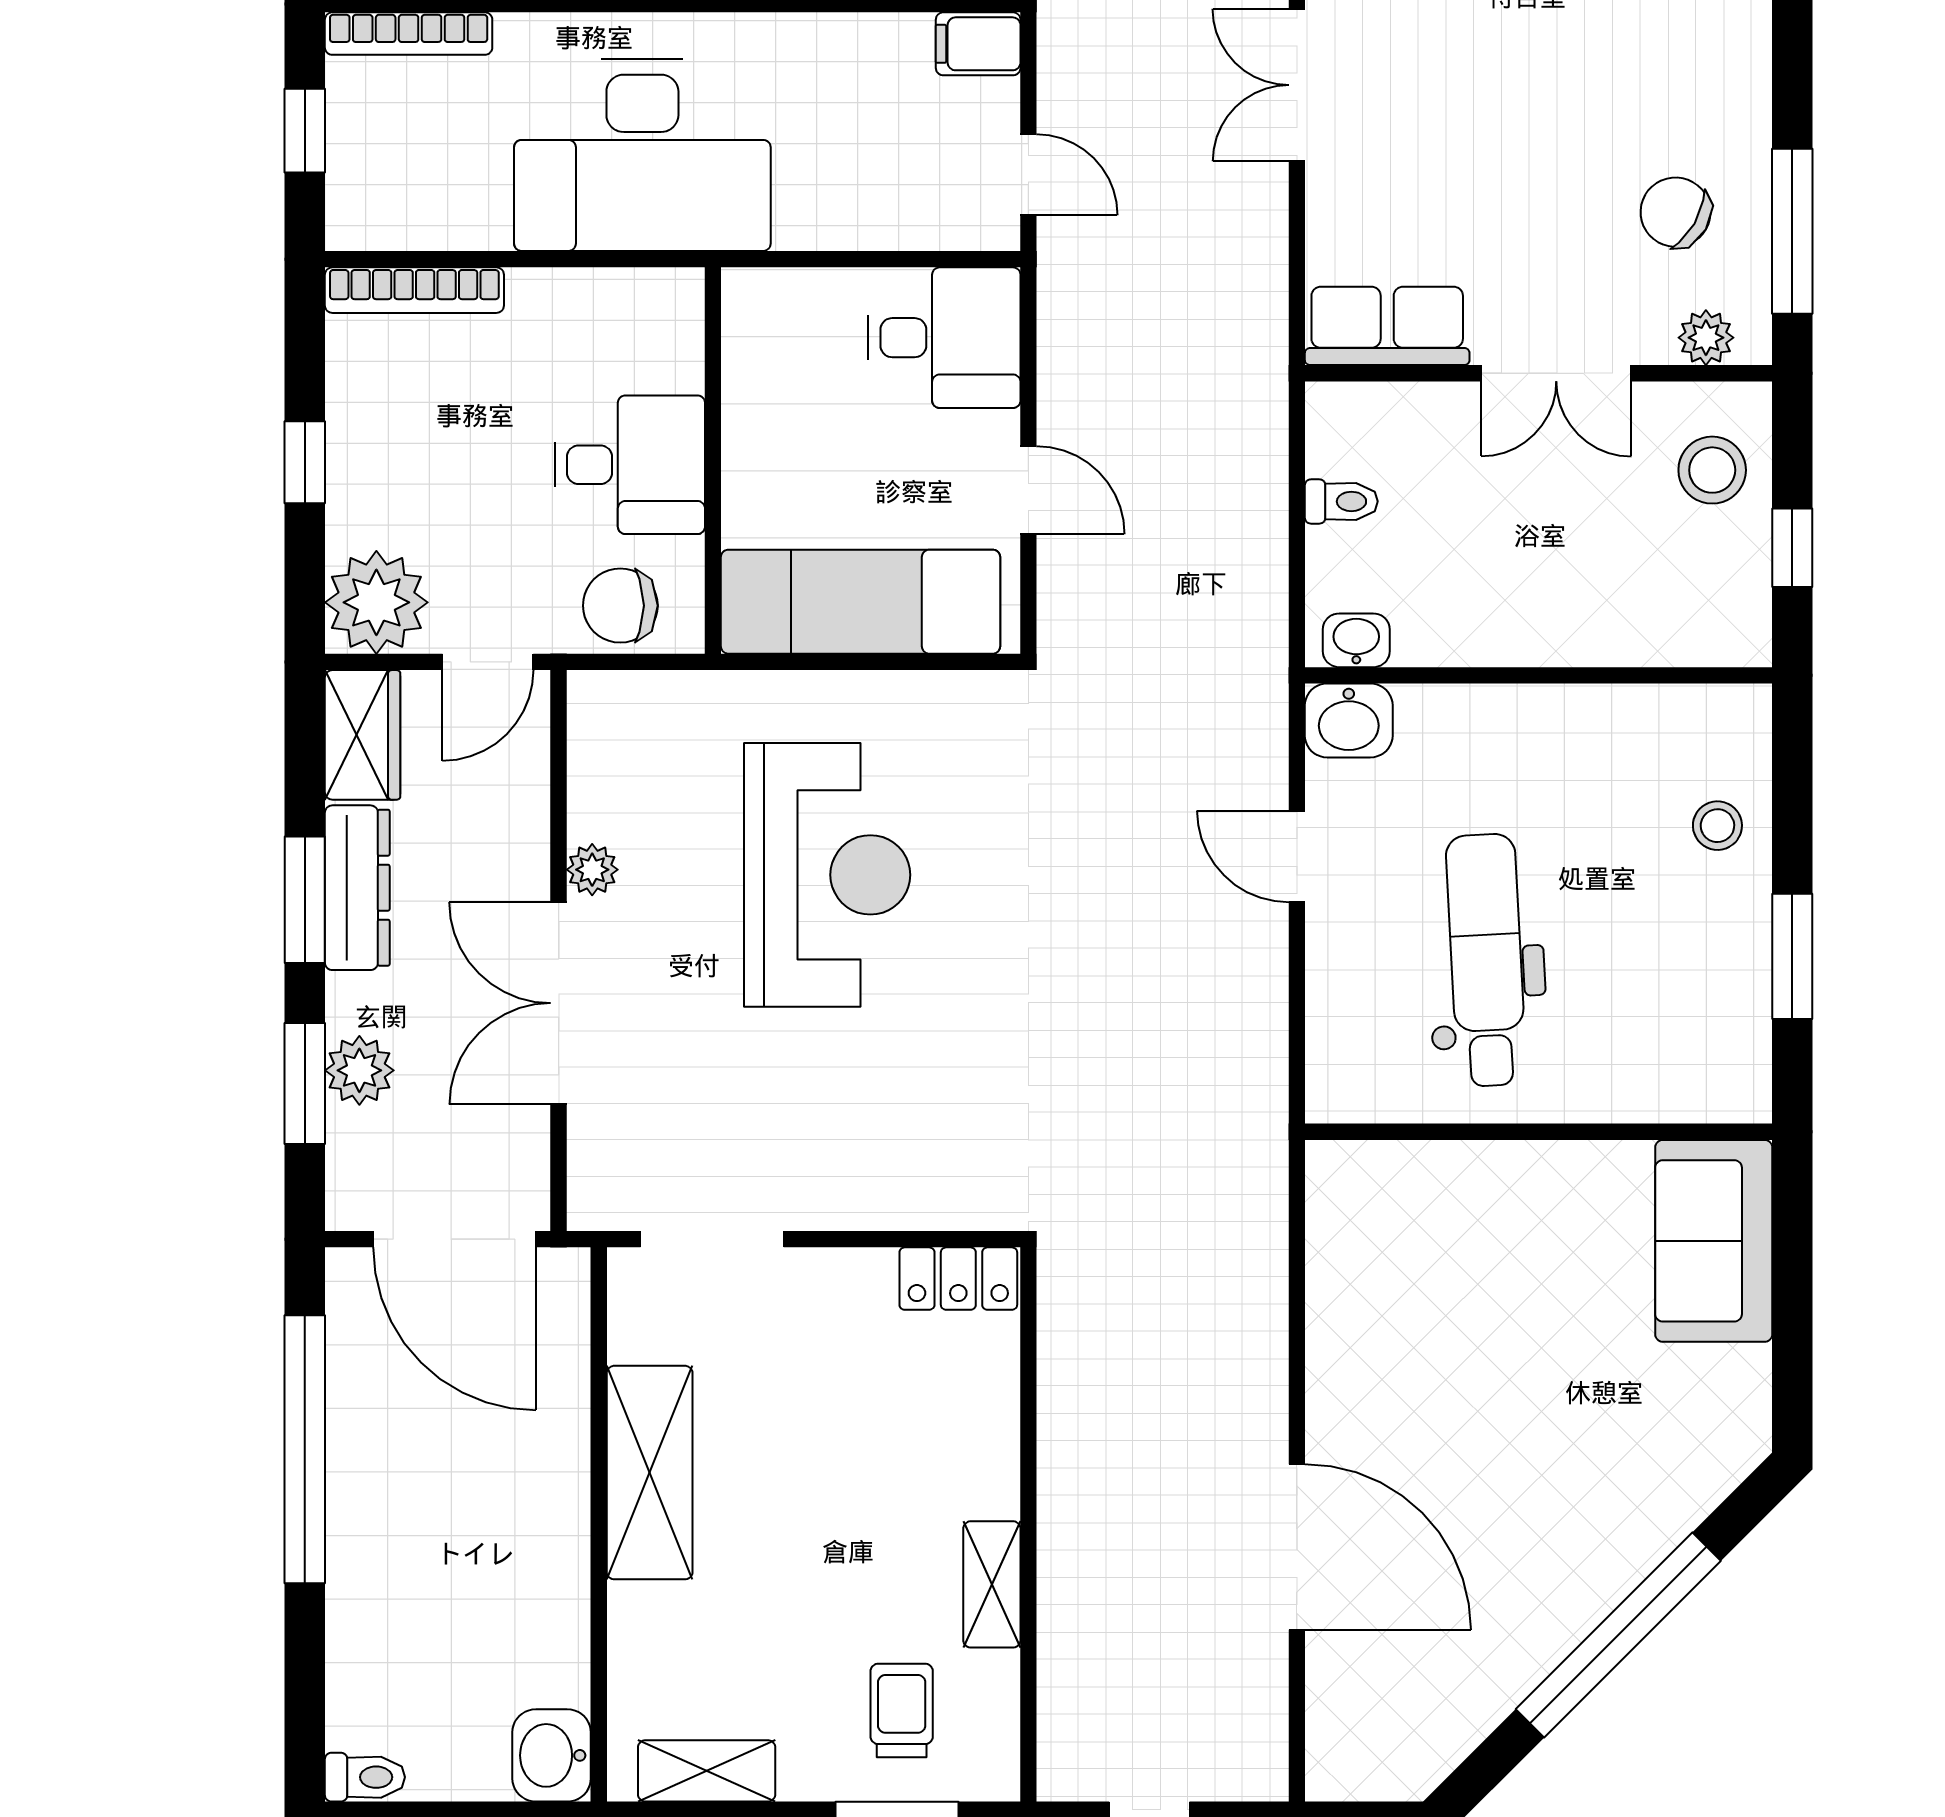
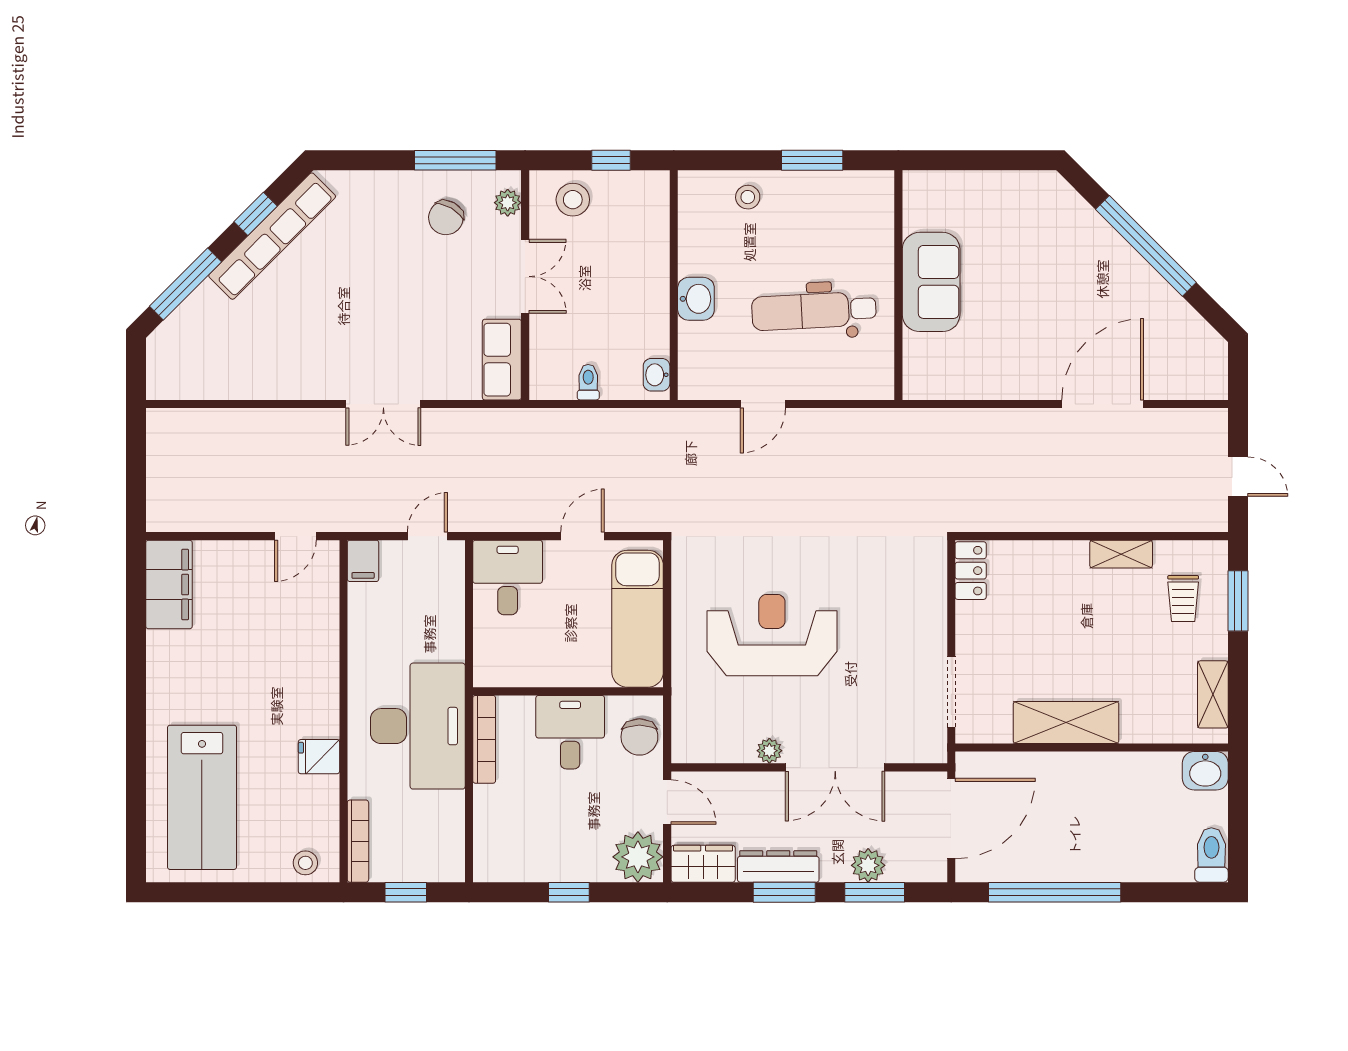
bookcase: (414, 290) -> (484, 739), moved
washbasin: (1349, 720) -> (696, 299), moved
sofa: (1714, 1241) -> (931, 282), moved, turned -90
trolley: (902, 1710) -> (1183, 598), turned -90
toilet: (365, 1777) -> (1211, 855), width x1.37, depth x1.39

